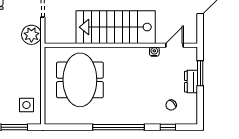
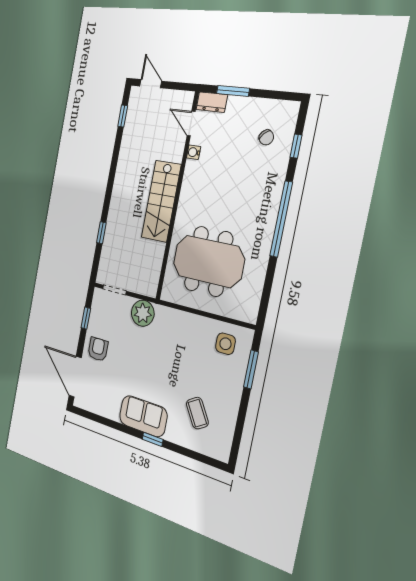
stairs: (116, 27) -> (161, 201), width x0.73, depth x0.66
dresser: (191, 82) -> (212, 102), moved

